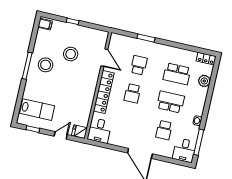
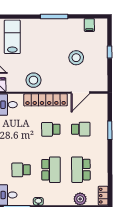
filing cabinet: (45, 24) -> (89, 25), moved
stool: (46, 65) -> (33, 80), moved
lab bench: (37, 110) -> (12, 37), turned 180

